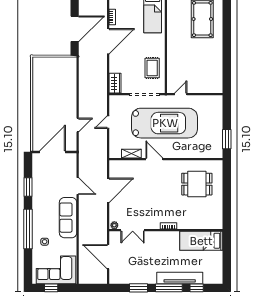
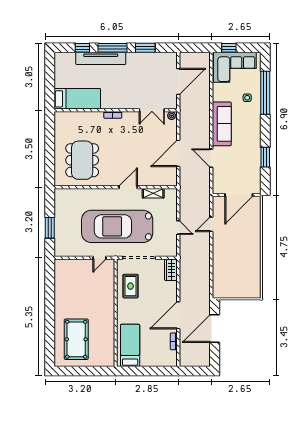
door: (108, 122) -> (178, 228), hinge flipped
window: (227, 139) -> (50, 228), moved
door: (154, 159) -> (128, 187), swing flipped
dining table: (197, 184) -> (82, 160), width x1.38
window: (28, 229) -> (265, 93), moved
double door: (133, 230) -> (152, 110), swing flipped
door: (108, 257) -> (178, 81), hinge flipped
window: (51, 288) -> (229, 48), moved

